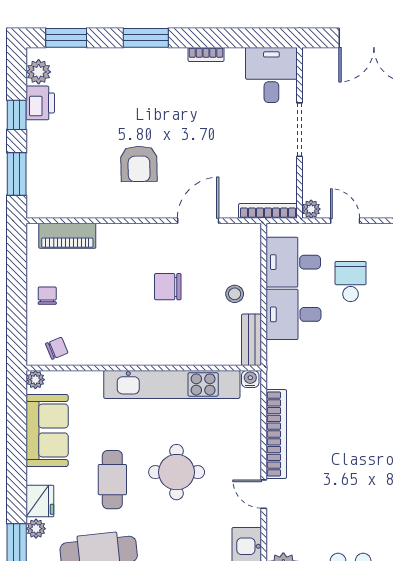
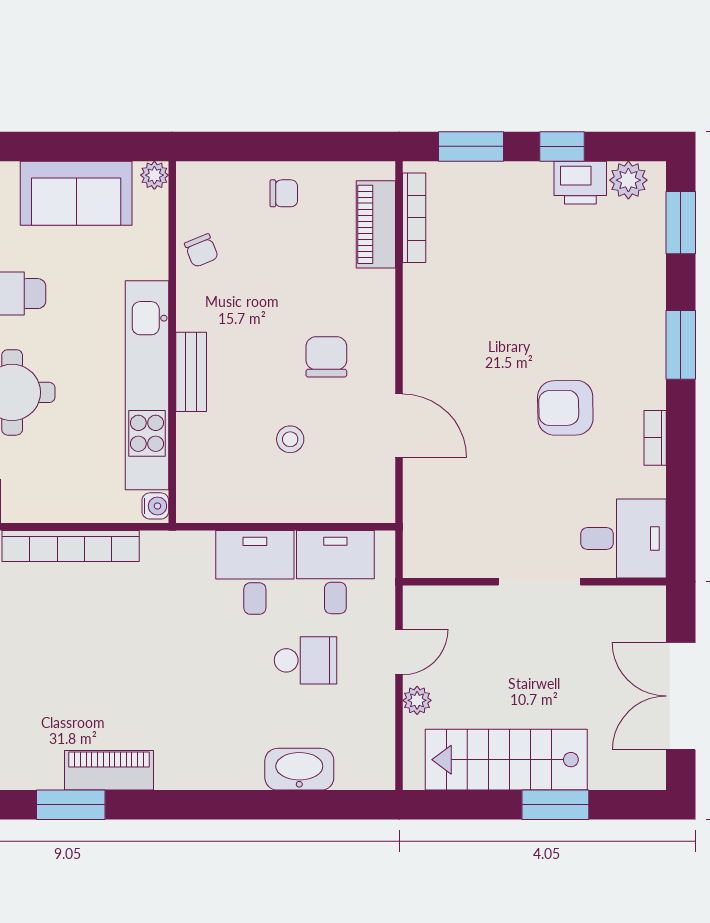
armchair: (139, 164) -> (565, 408), moved
plant: (311, 209) -> (417, 700), moved
bookcase: (268, 211) -> (414, 218), moved
chair: (168, 287) -> (326, 357), moved
stool: (235, 294) -> (290, 439), moved
bench: (252, 340) -> (191, 372), moved, turned 90
chair: (57, 348) -> (201, 251), moved

